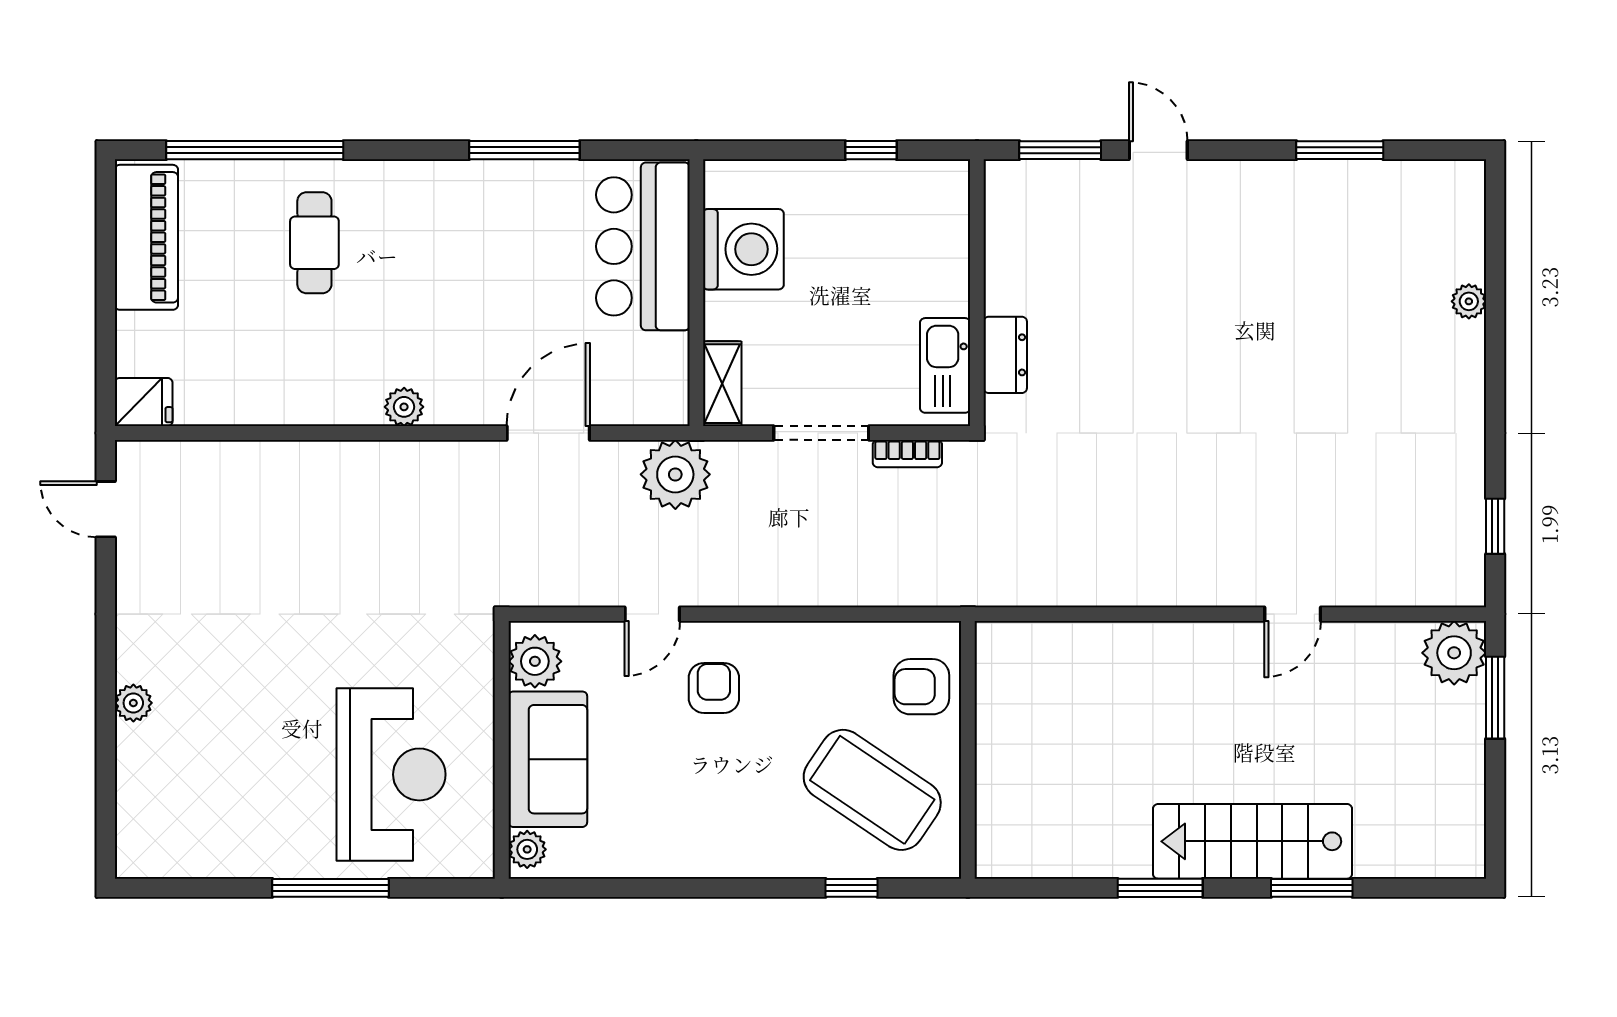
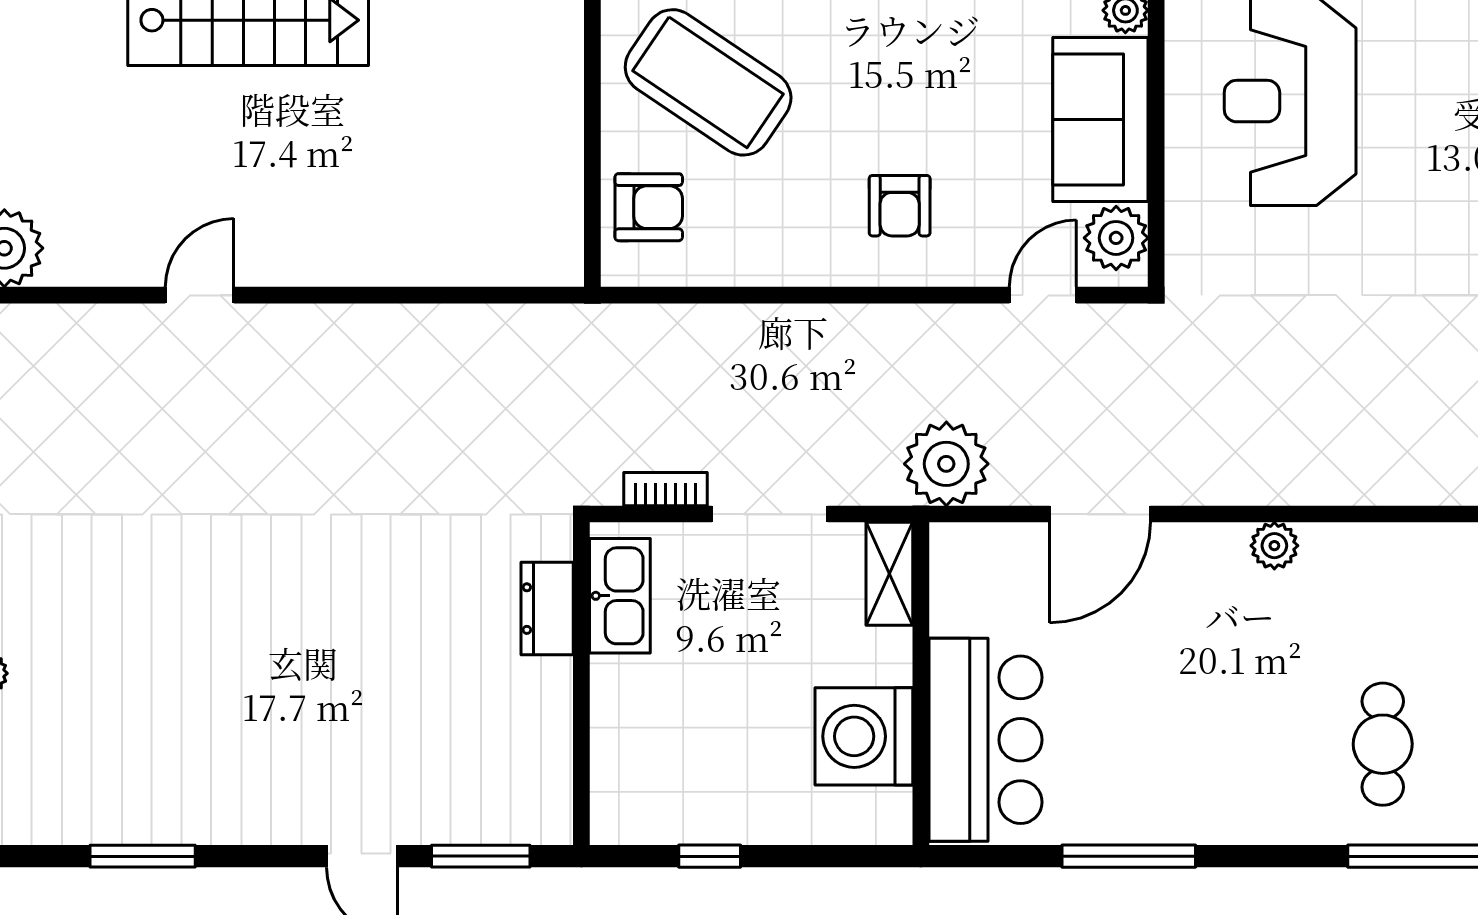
door: (652, 614) -> (1043, 295), moved

